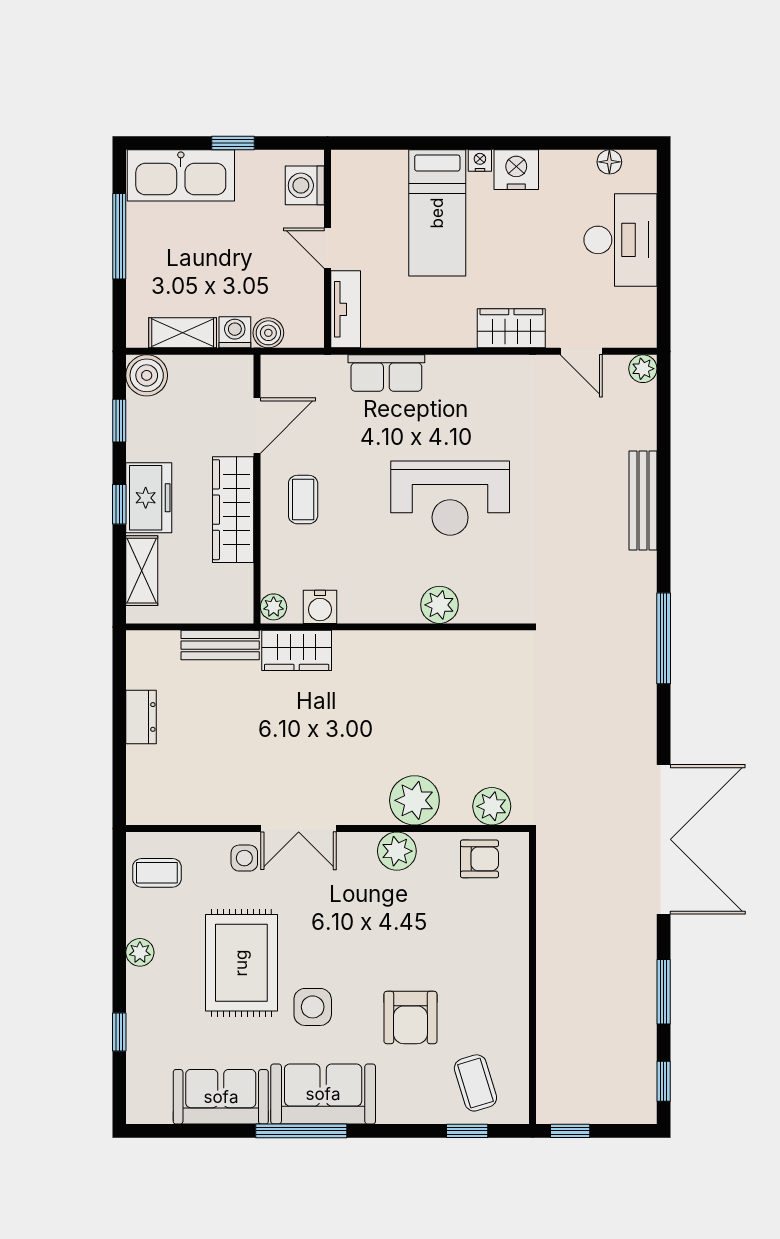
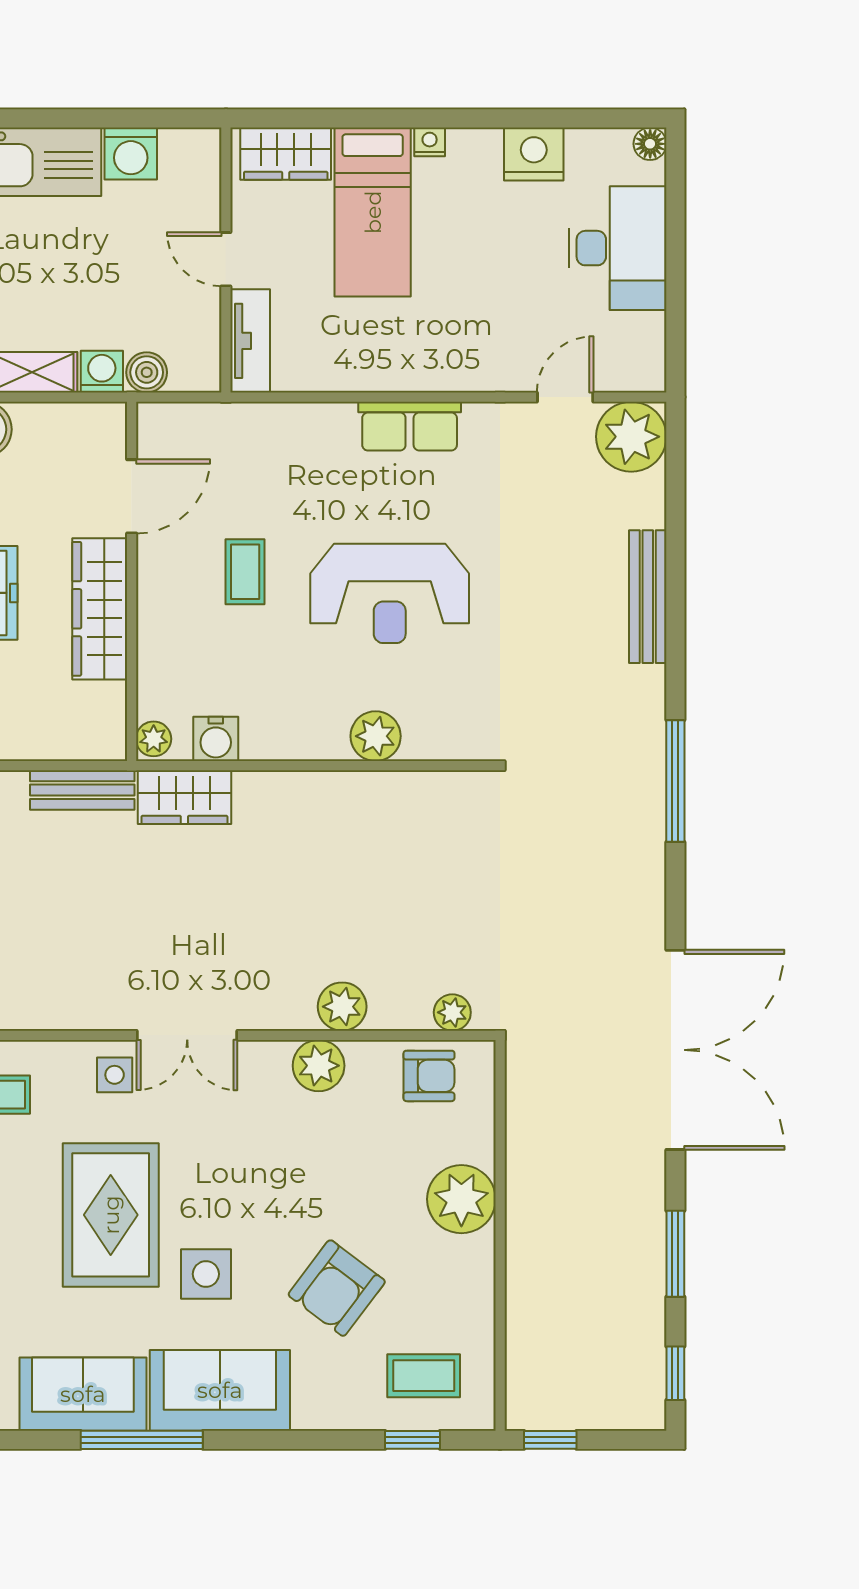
window: (233, 143) -> (99, 118), removed
floor lamp: (609, 162) -> (650, 144), moved
nightstand: (516, 170) -> (534, 154), moved
washing machine: (305, 185) -> (131, 153), moved, turned -90
wardrobe: (511, 328) -> (286, 154), moved, turned 180
door: (581, 351) -> (565, 397), swing flipped
plant: (643, 369) -> (631, 437), width x1.87, depth x1.87
row of seats: (386, 373) -> (410, 426), moved
coffee table: (303, 500) -> (245, 572), moved
plant: (414, 800) -> (342, 1007), width x0.73, depth x0.73
plant: (492, 806) -> (452, 1012), width x0.73, depth x0.73
plant: (504, 951) -> (461, 1199), added
armchair: (410, 1017) -> (337, 1288), turned 37
coffee table: (475, 1083) -> (424, 1376), turned -73
window: (301, 1131) -> (142, 1440), moved

